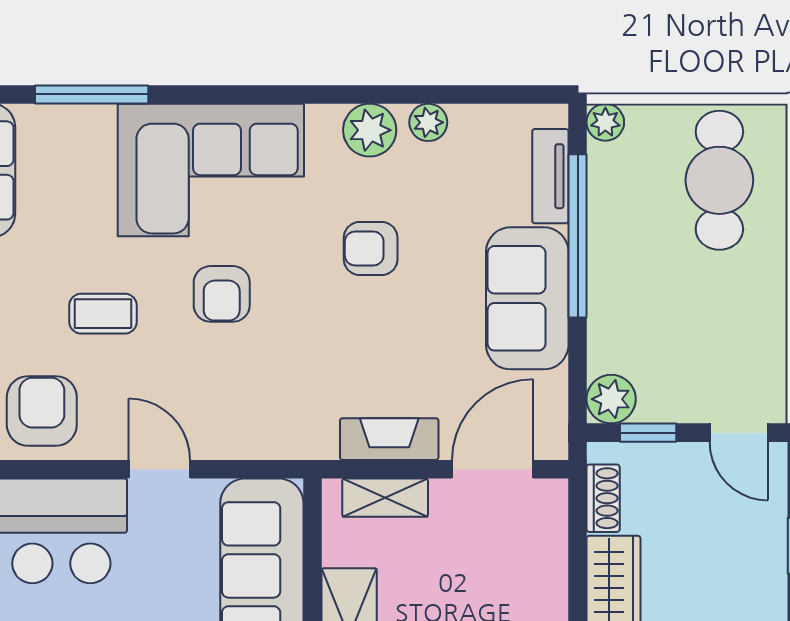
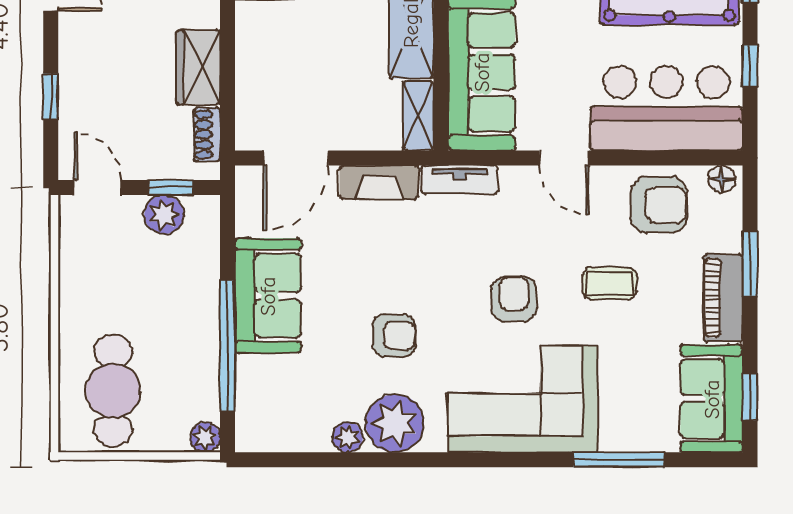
plant: (370, 130) -> (395, 423), width x1.36, depth x1.36
tv unit: (550, 176) -> (460, 180), moved, turned 90
plant: (611, 399) -> (164, 214), moved
armchair: (42, 411) -> (659, 205), turned -90
shelving: (385, 498) -> (418, 116), moved, turned 90

